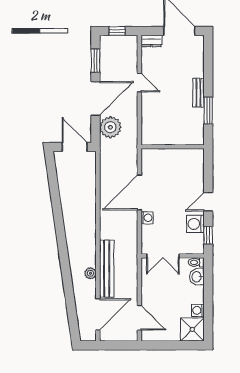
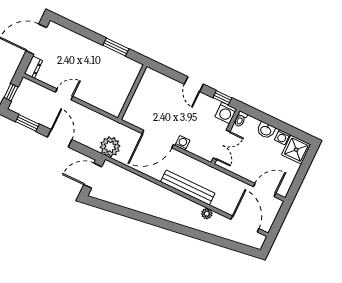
bench: (198, 93) -> (97, 48), removed
door: (95, 98) -> (60, 138), width x0.73
plant: (110, 127) -> (110, 147), moved
door: (139, 192) -> (158, 139), hinge flipped
washing machine: (195, 224) -> (226, 113), moved
bench: (107, 269) -> (188, 188), moved
washbasin: (197, 277) -> (266, 130), moved

